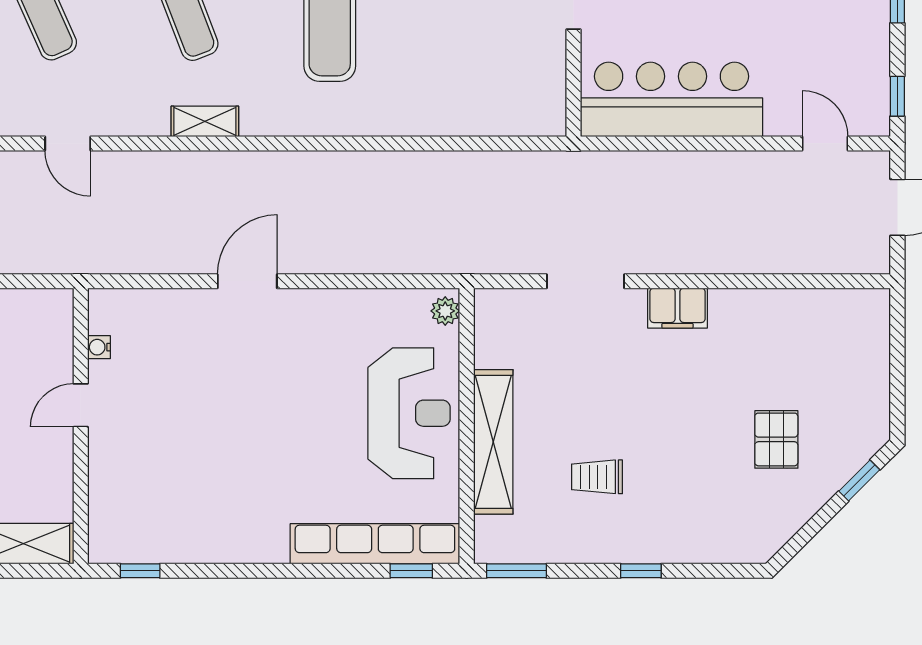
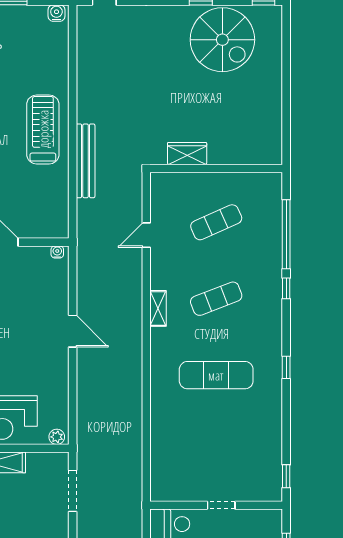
doorway: (585, 281) -> (73, 491), moved
water cooler: (99, 347) -> (57, 252), moved

